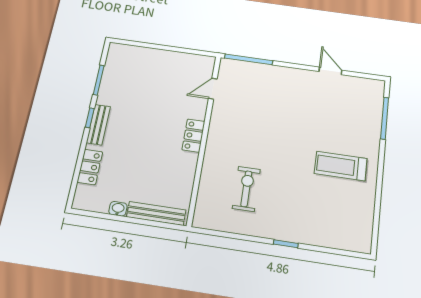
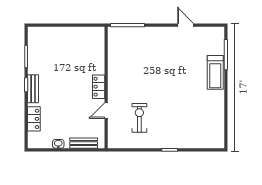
door: (213, 89) -> (106, 111), moved
treadmill: (341, 166) -> (215, 72), moved, turned -90
bench: (156, 213) -> (84, 143), width x0.73

